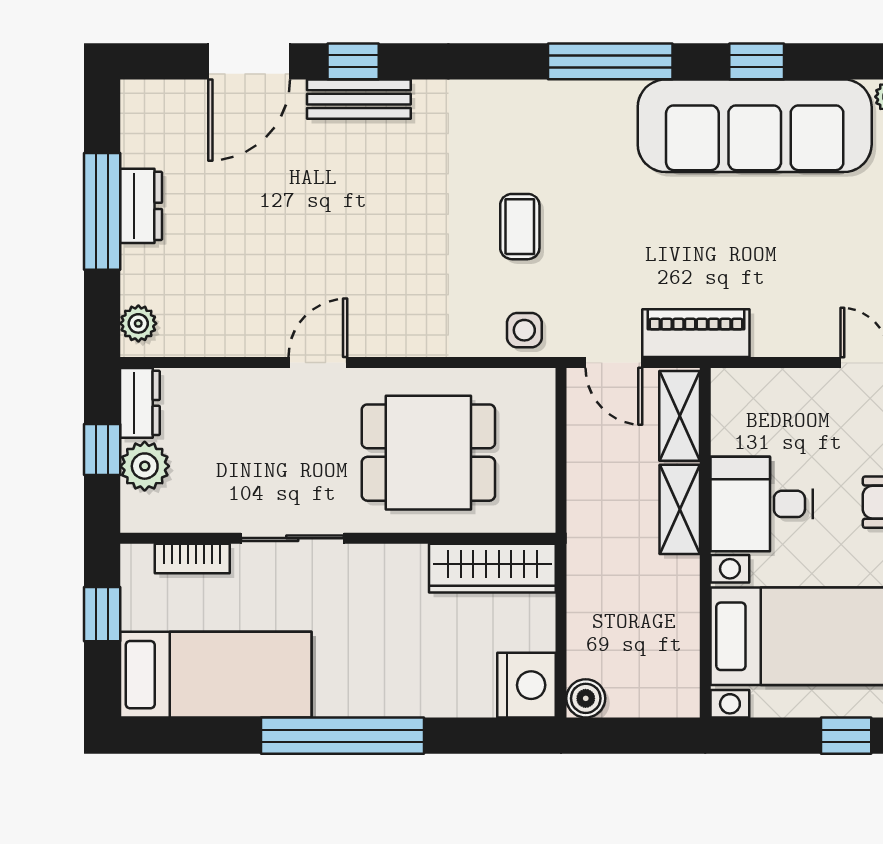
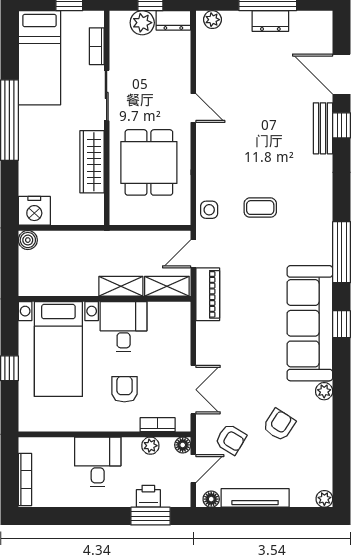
wardrobe: (492, 568) -> (92, 162), moved

